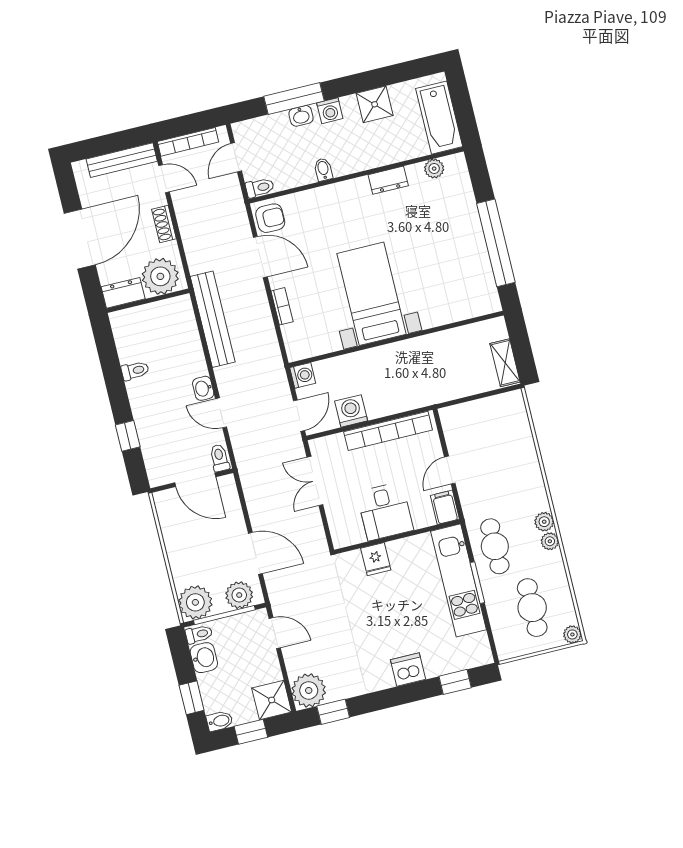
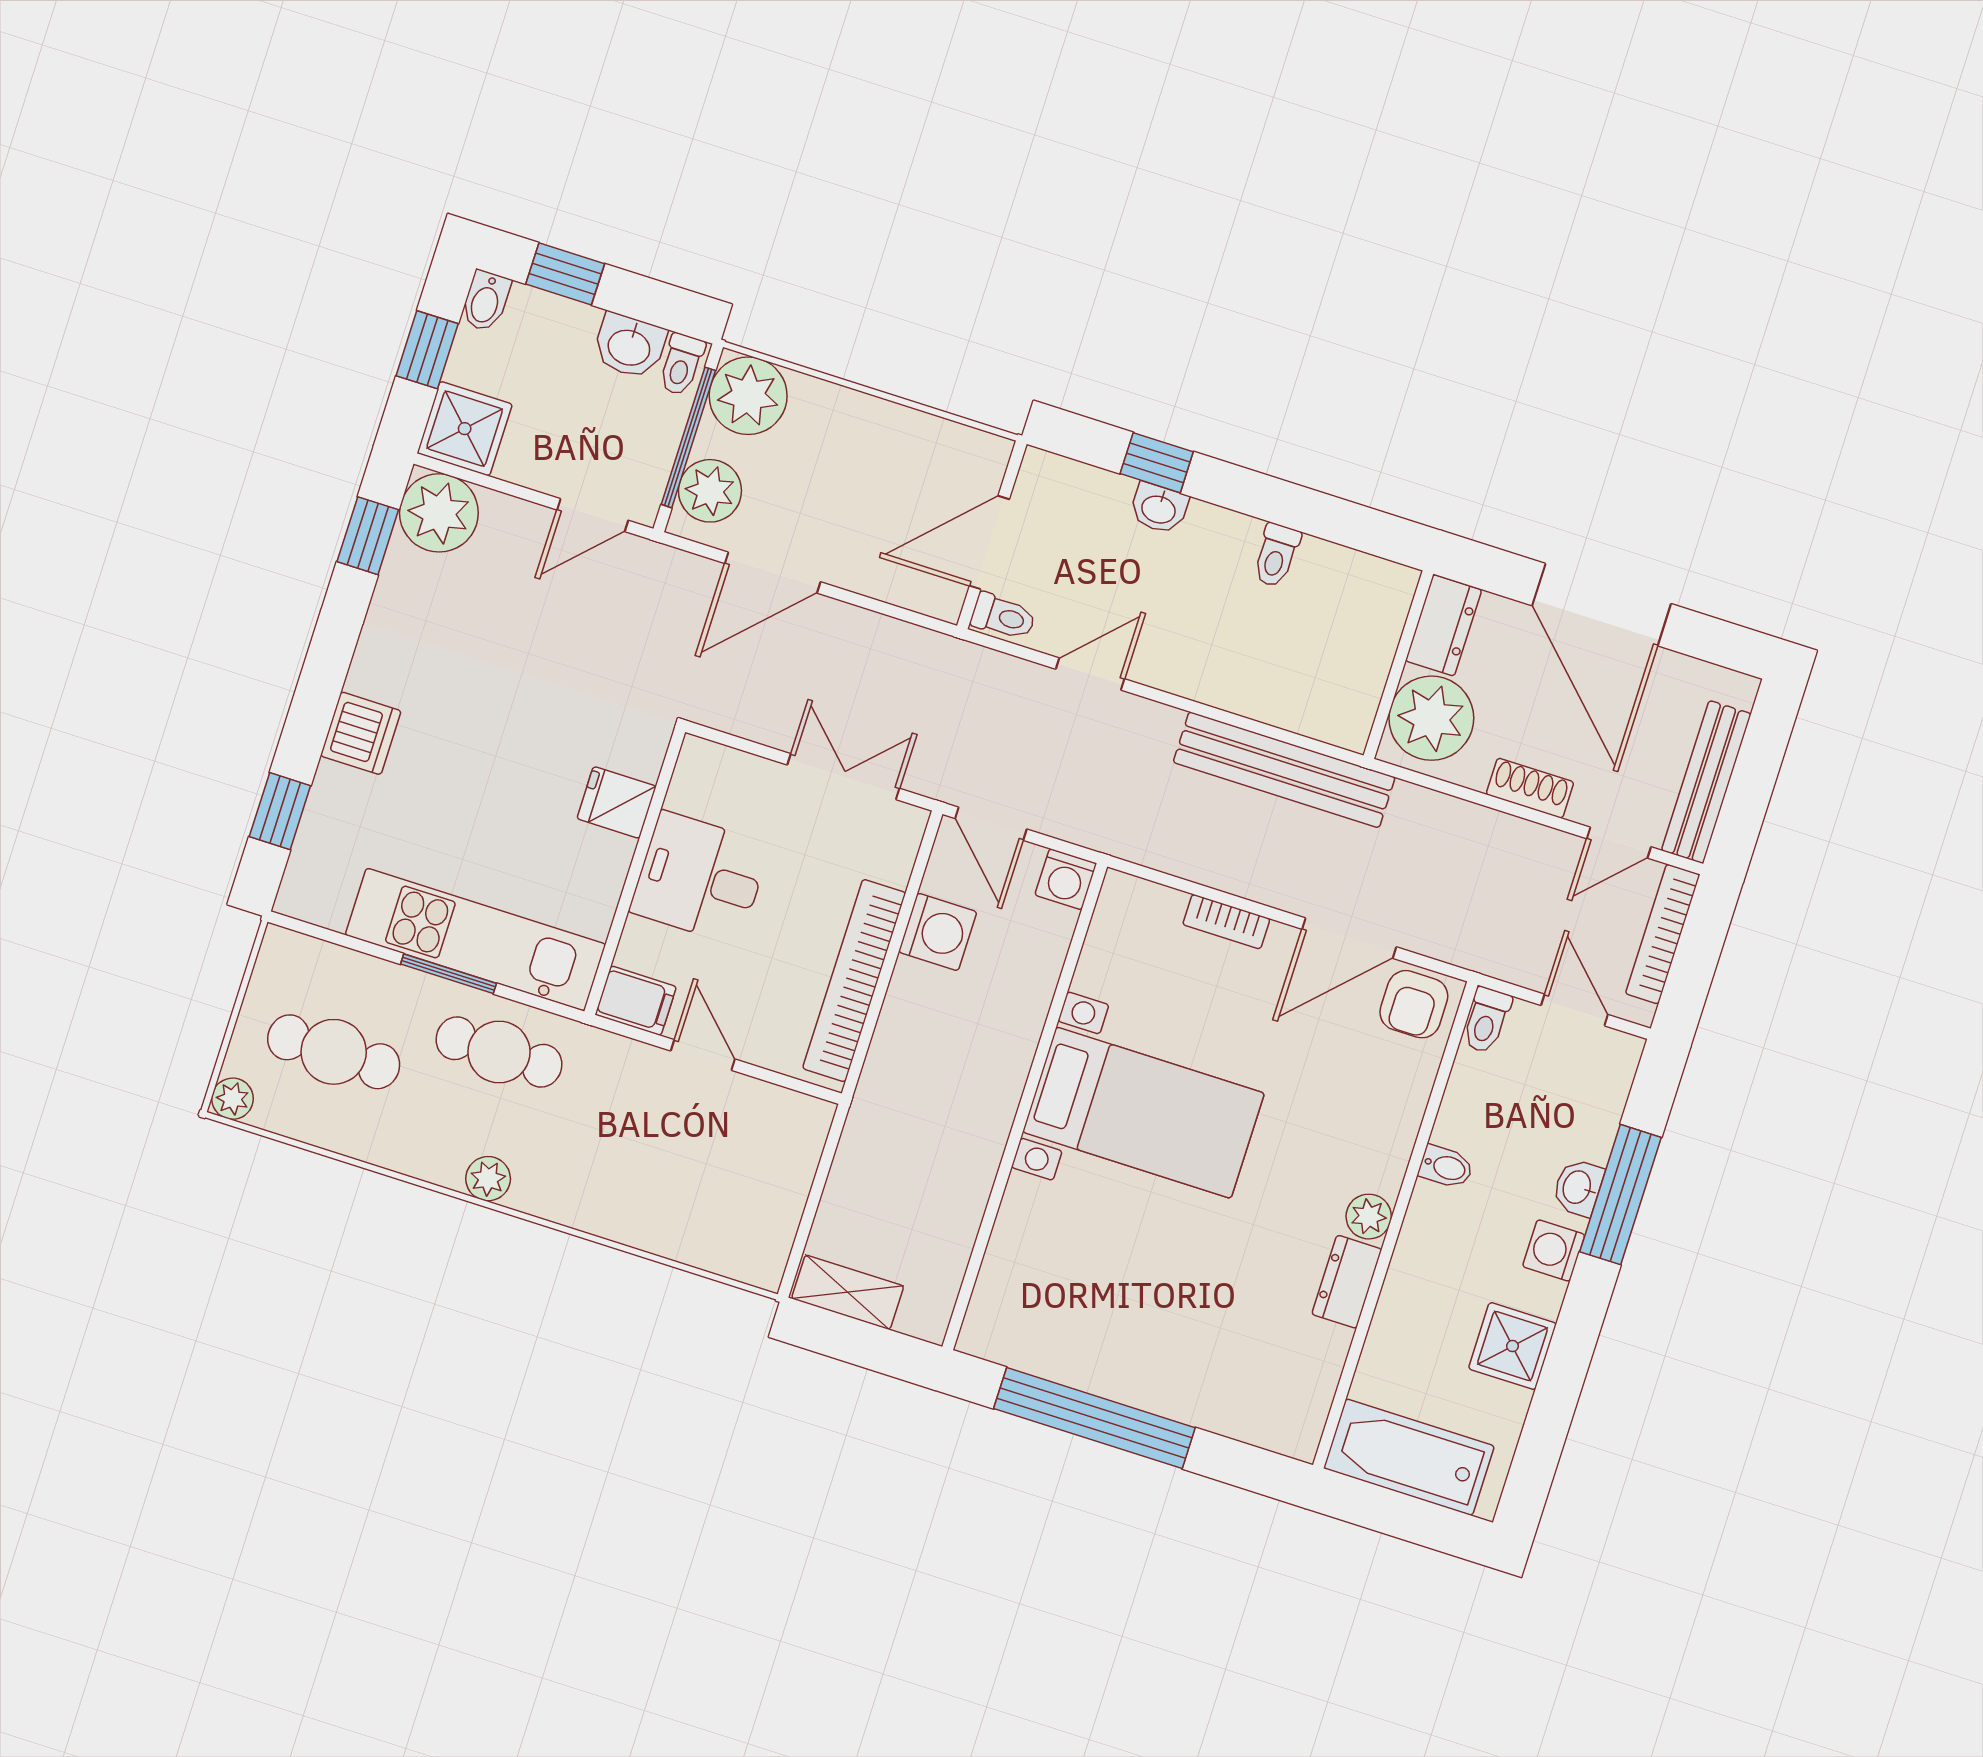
plant: (434, 169) -> (1369, 1217), moved
washbasin: (203, 388) -> (1159, 508), moved, turned 180
plant: (550, 541) -> (443, 1166), removed

